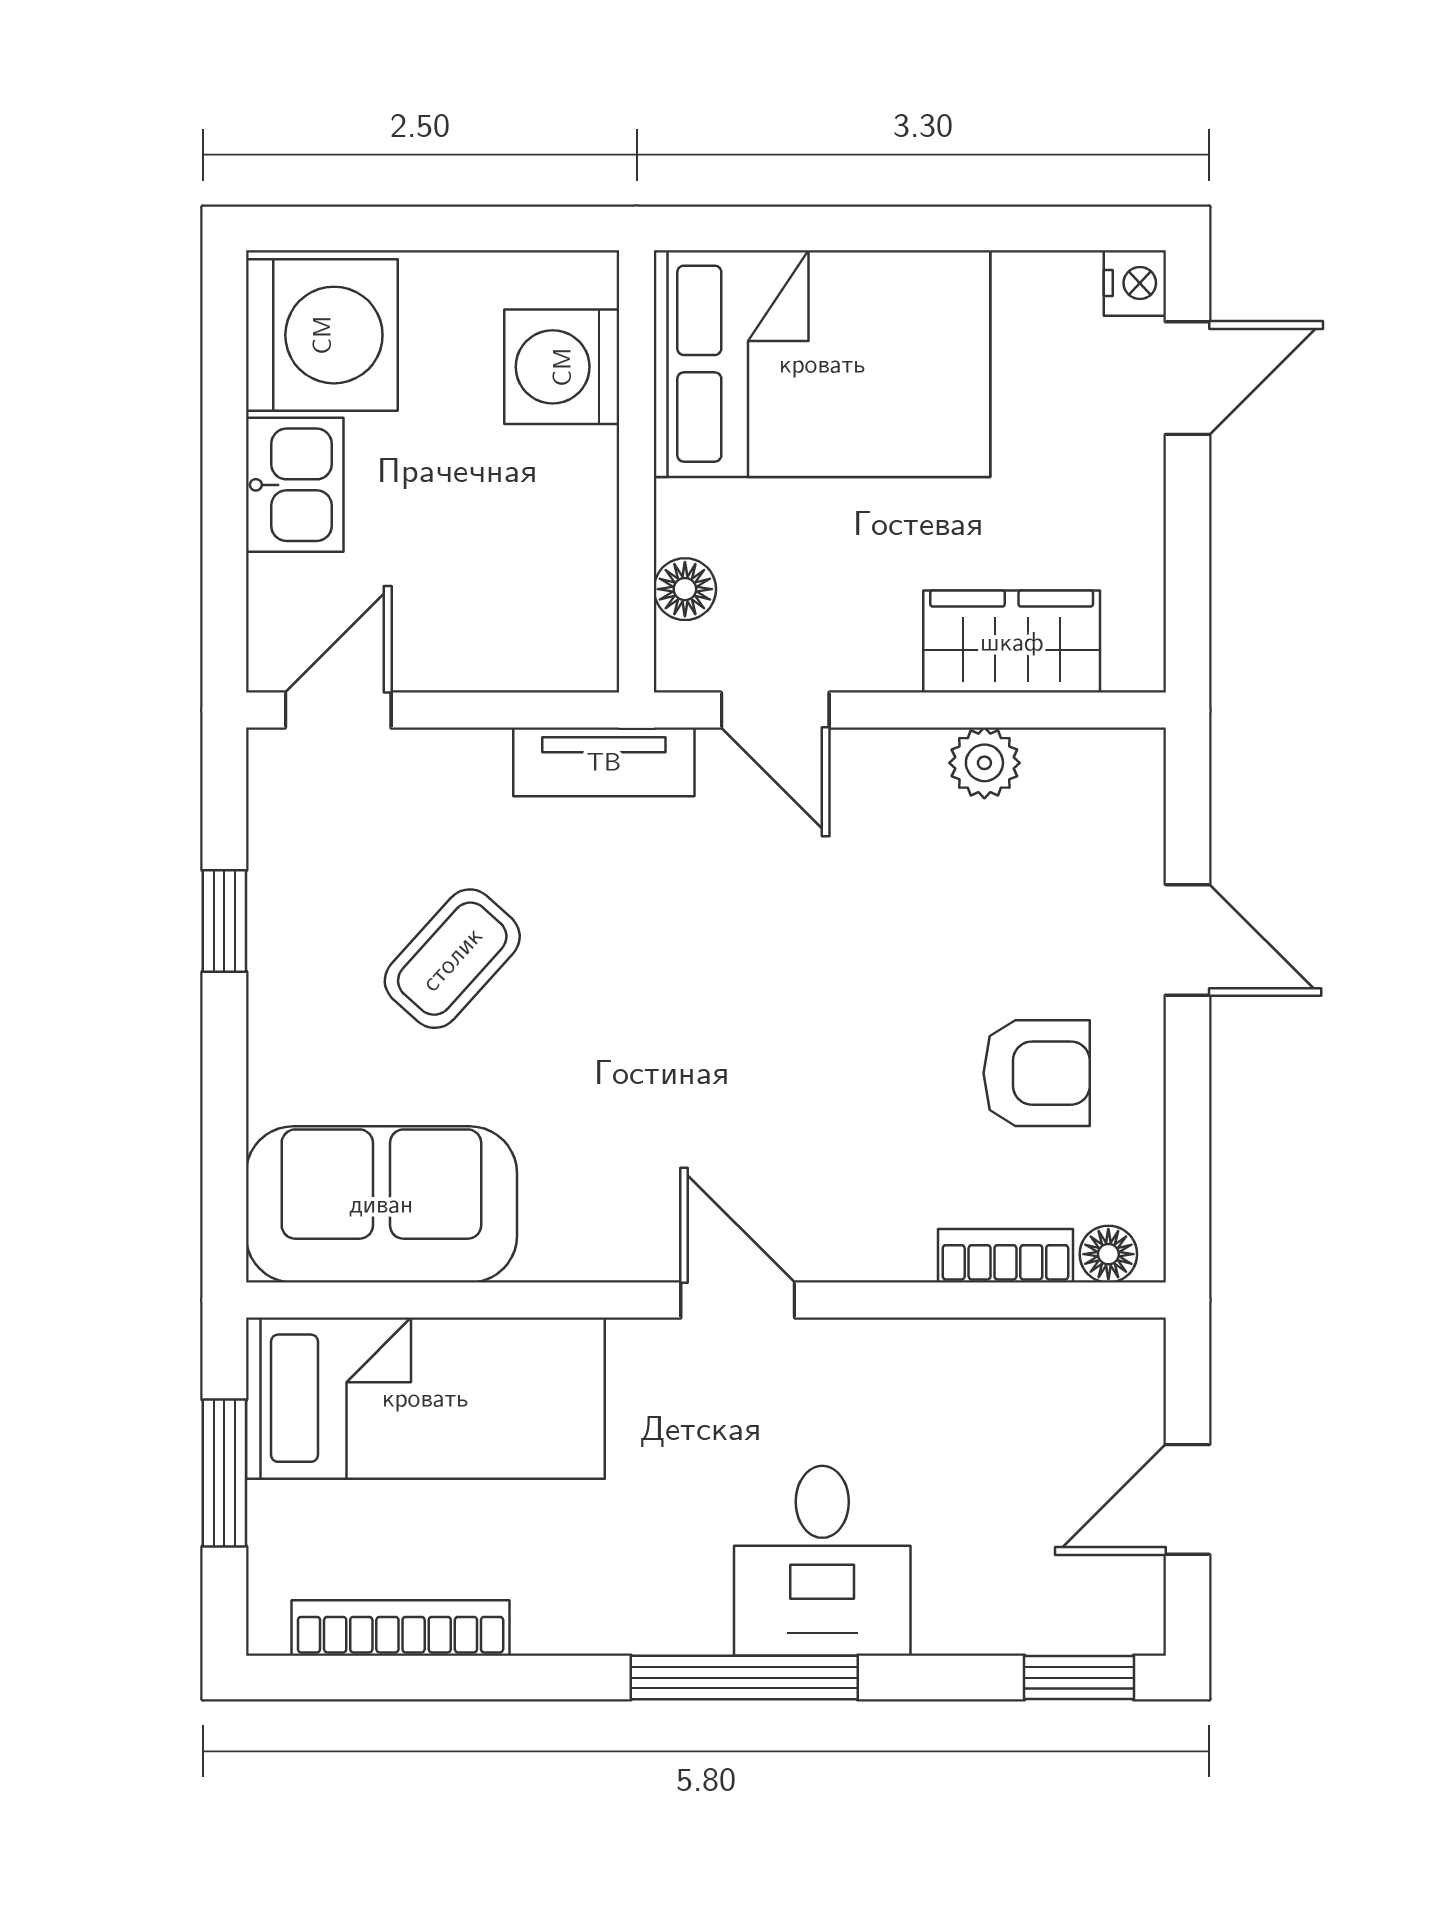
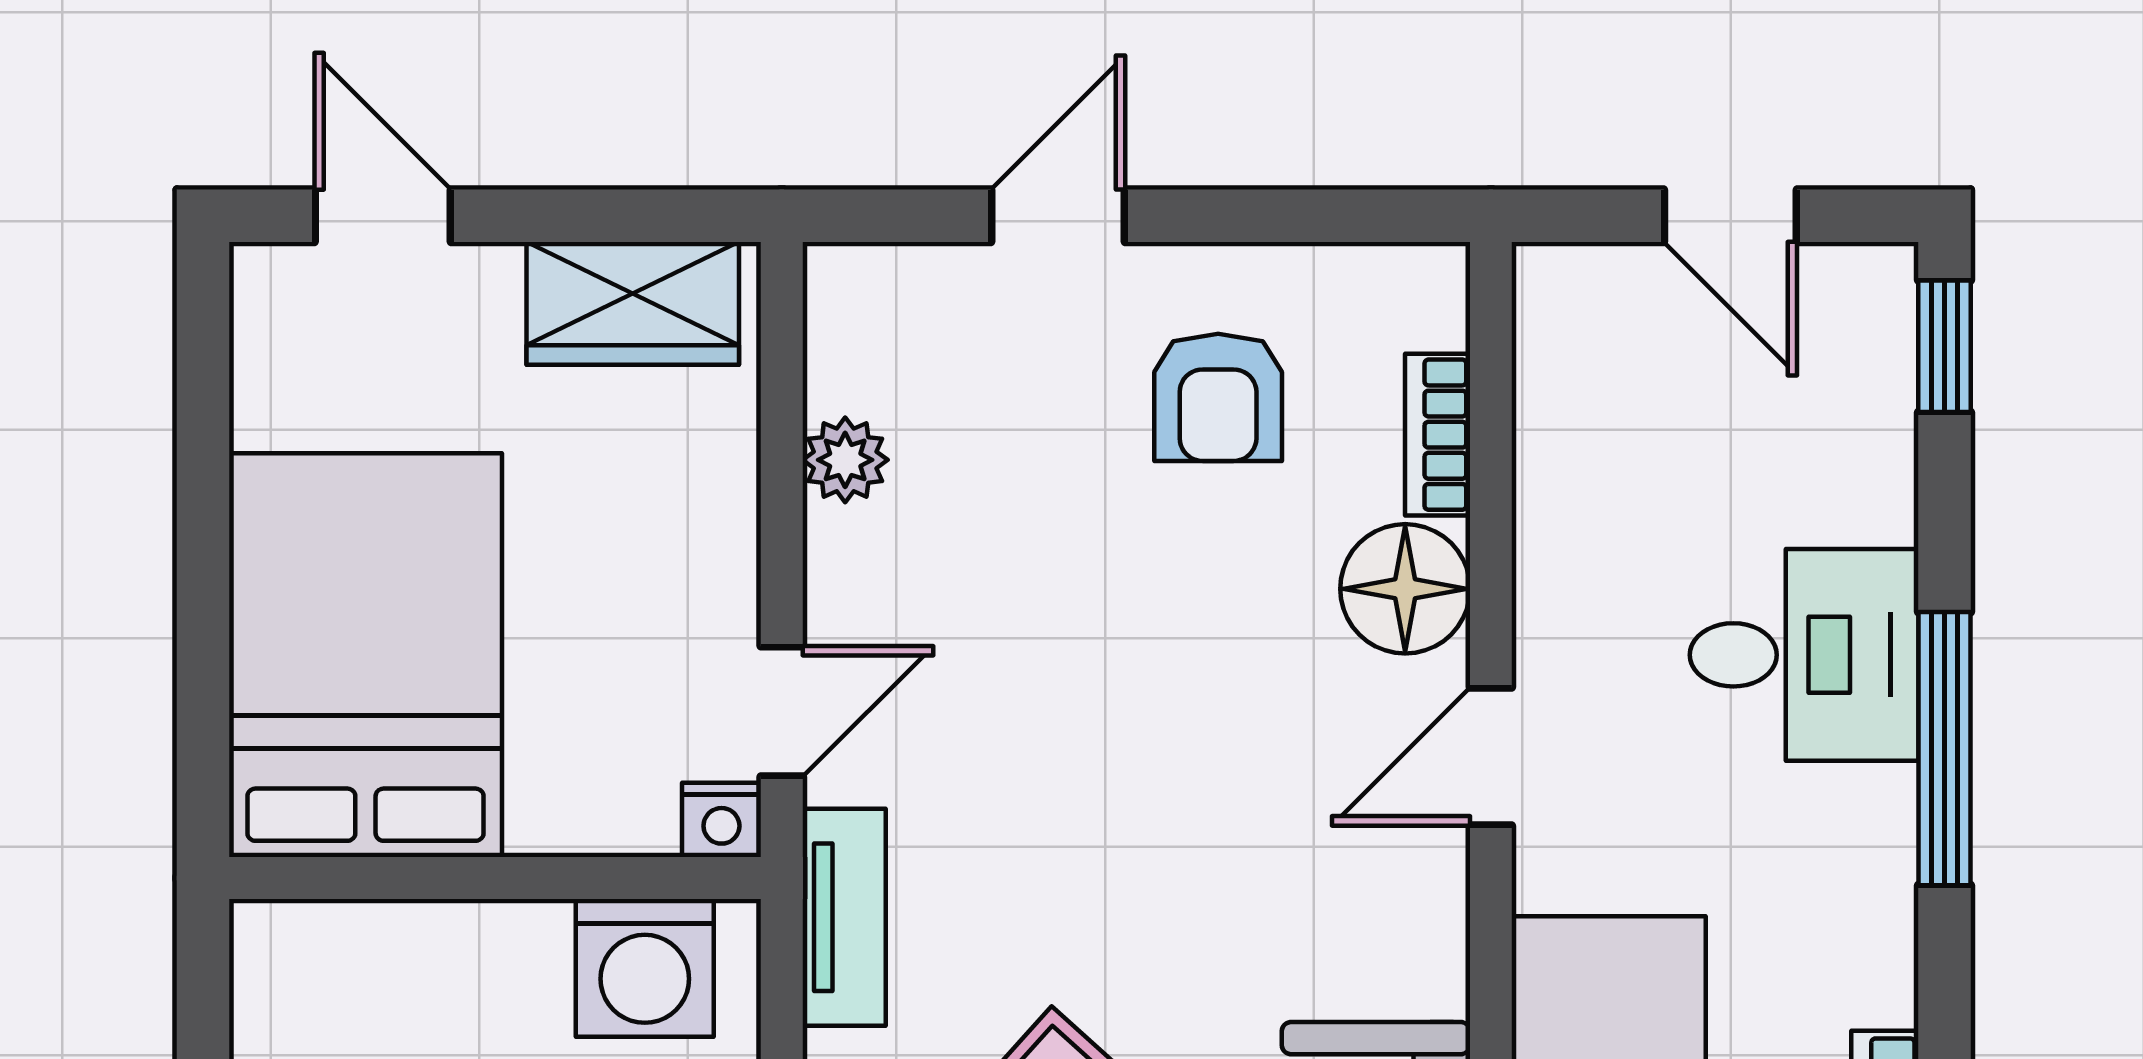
nightstand: (1135, 283) -> (721, 820), moved, turned 180
washing machine: (562, 367) -> (645, 968), moved
floor lamp: (685, 589) -> (636, 820), removed
wardrobe: (1012, 642) -> (633, 303), moved, turned -90
armchair: (1037, 1073) -> (1218, 397), turned 180
floor lamp: (1108, 1254) -> (1405, 589), moved, width x1.89, depth x1.89

